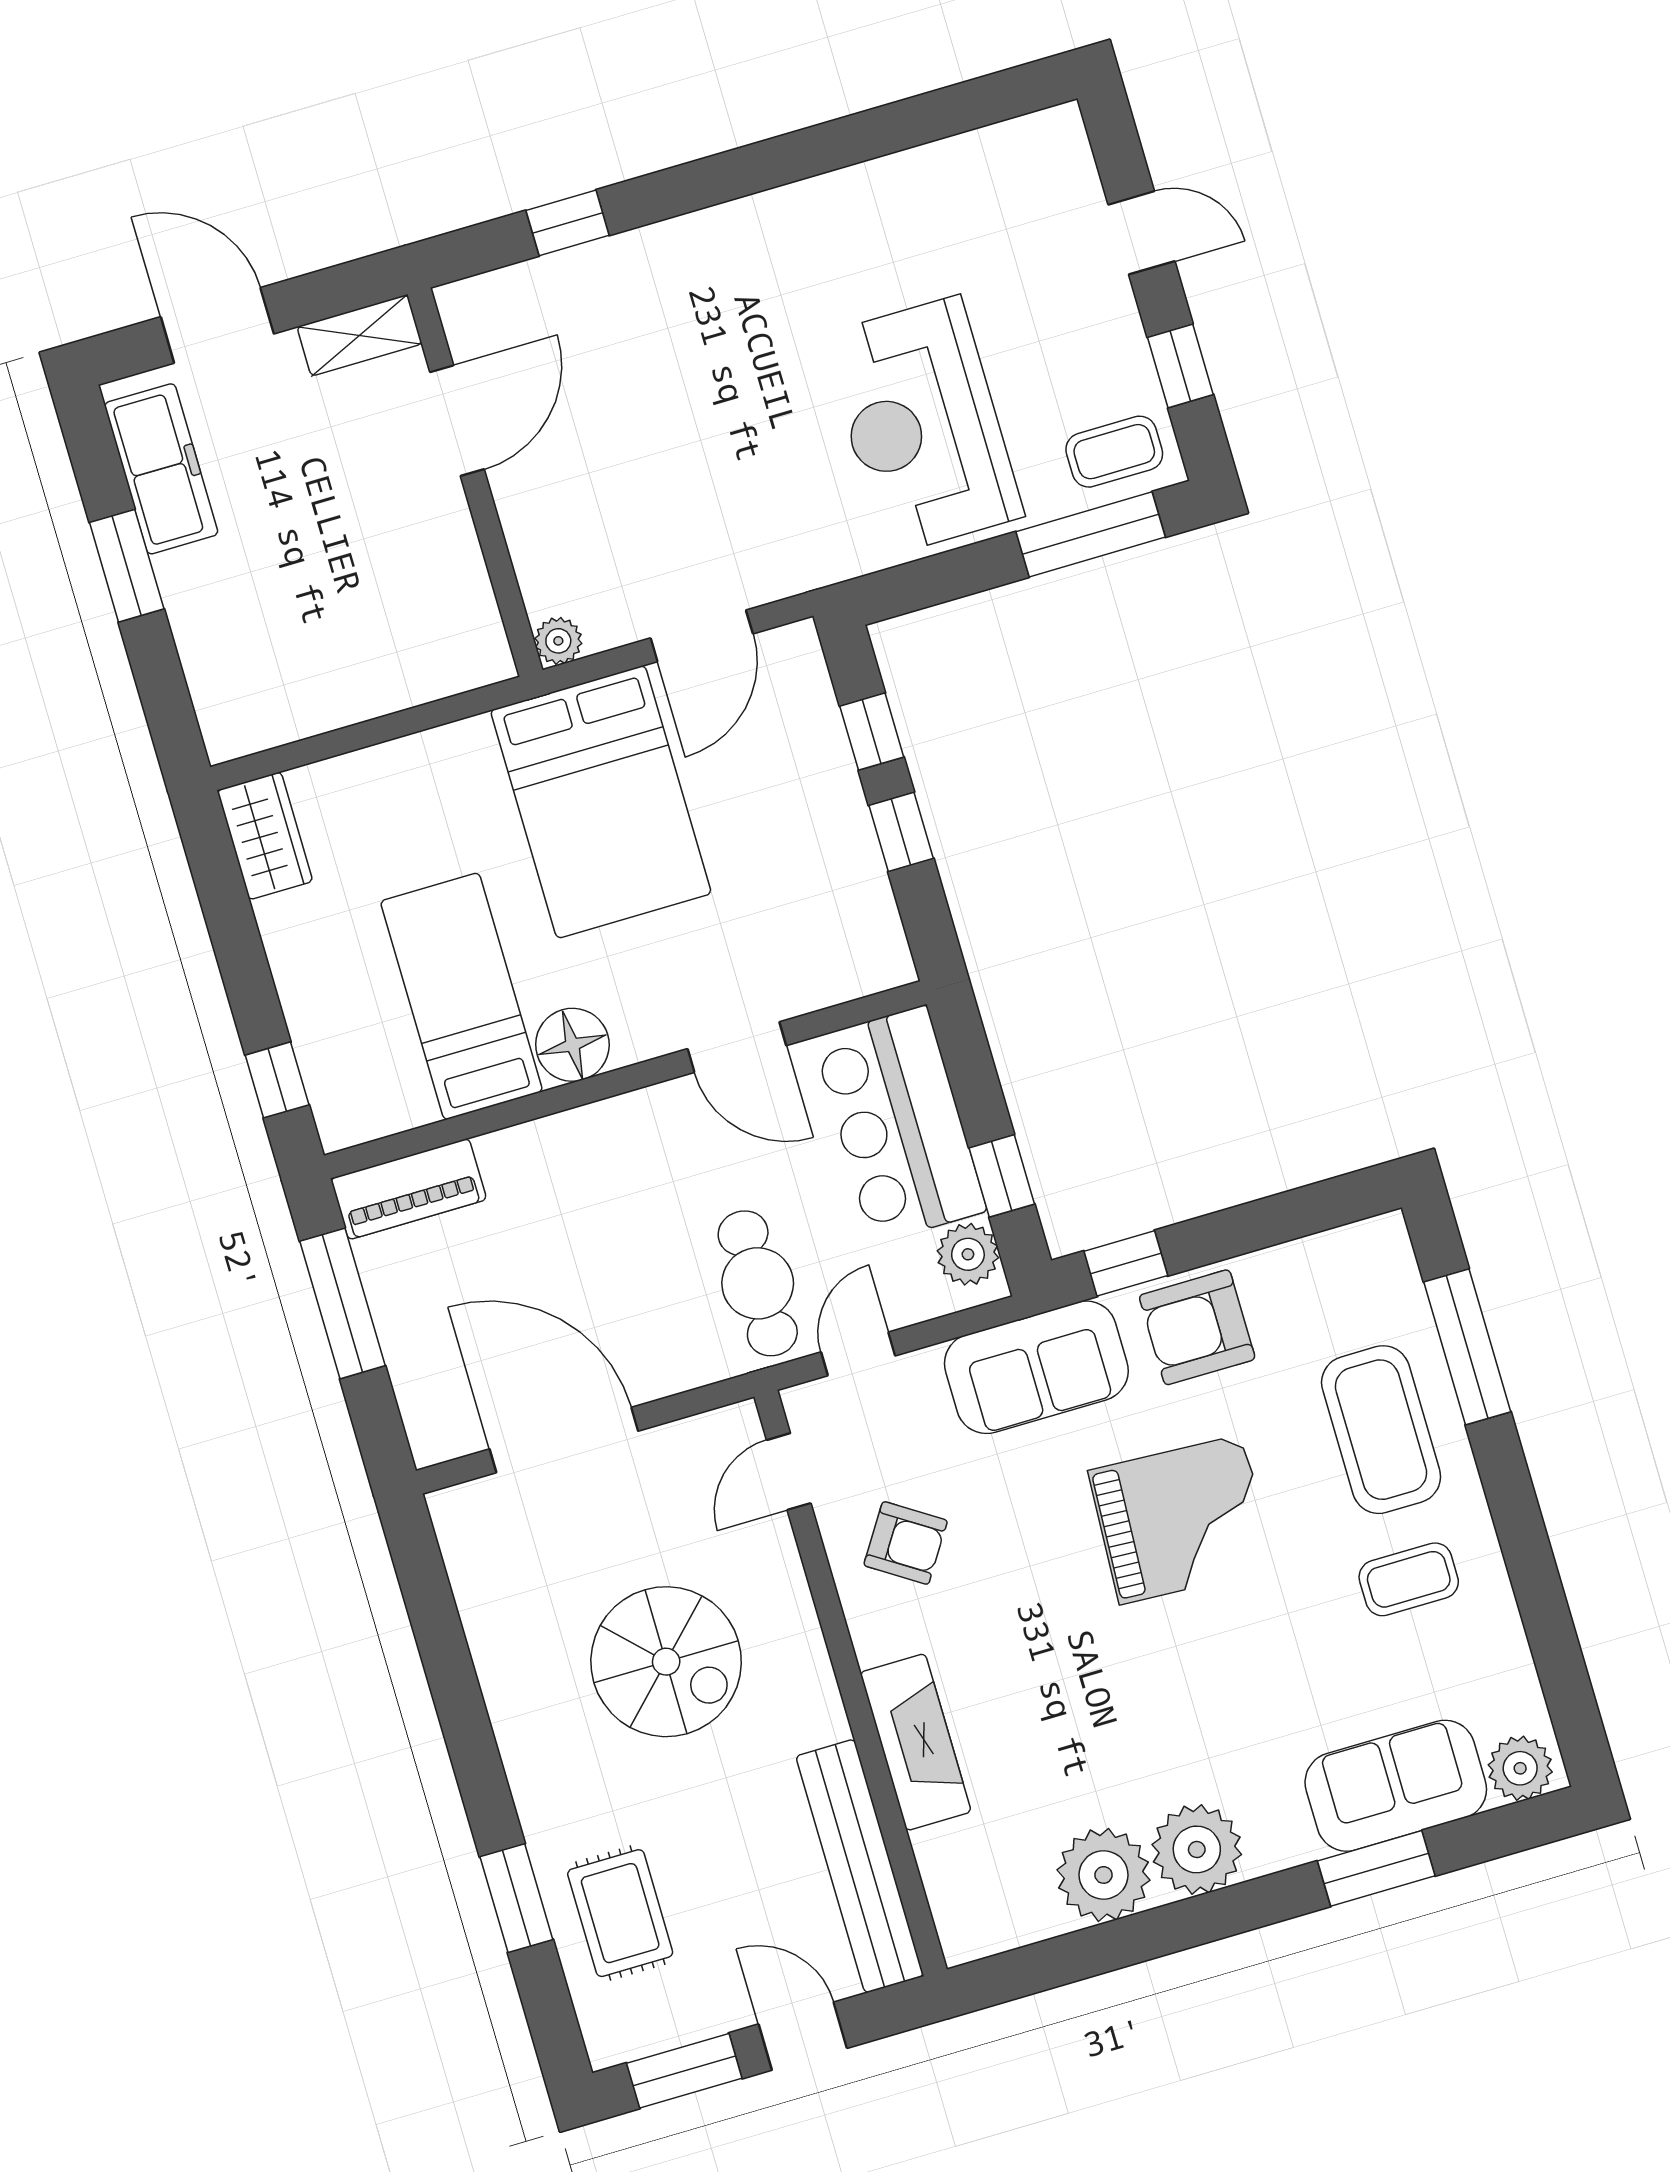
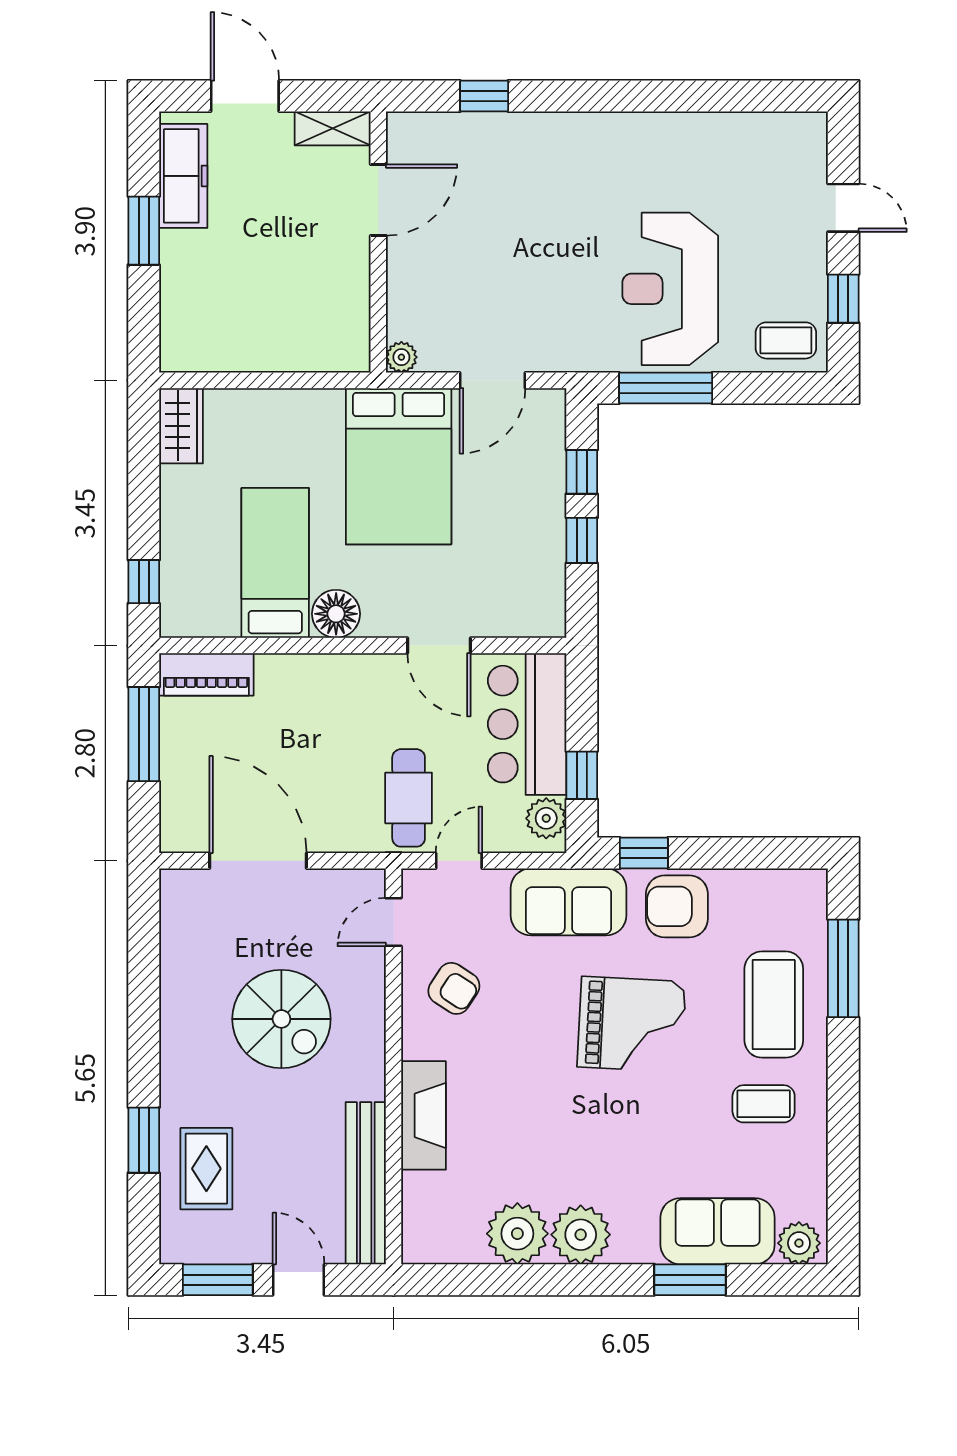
window: (1091, 534) -> (666, 388), moved

